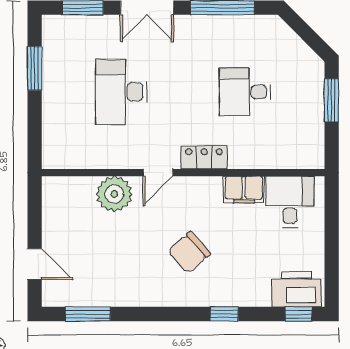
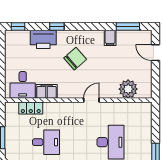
locker: (204, 158) -> (31, 108), moved
plant: (114, 194) -> (128, 89), moved
printer: (297, 289) -> (43, 39), moved
filing cabinet: (122, 292) -> (110, 38), added

